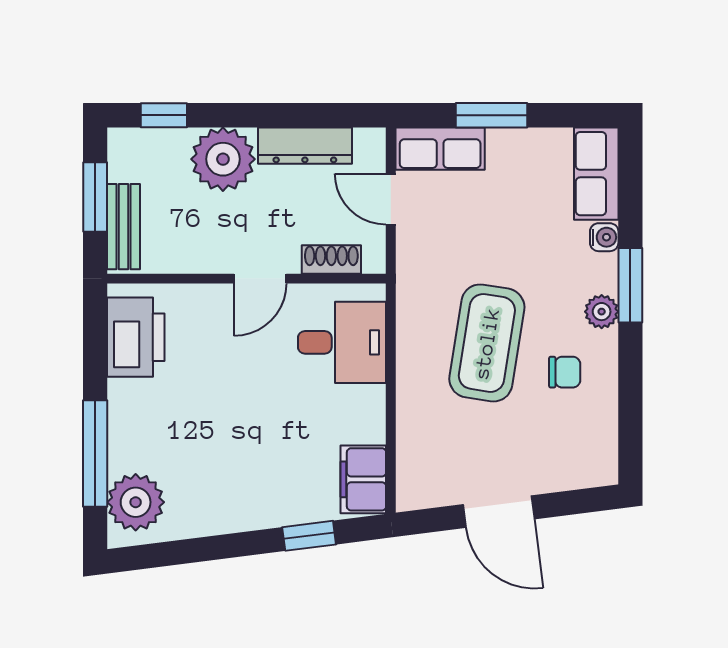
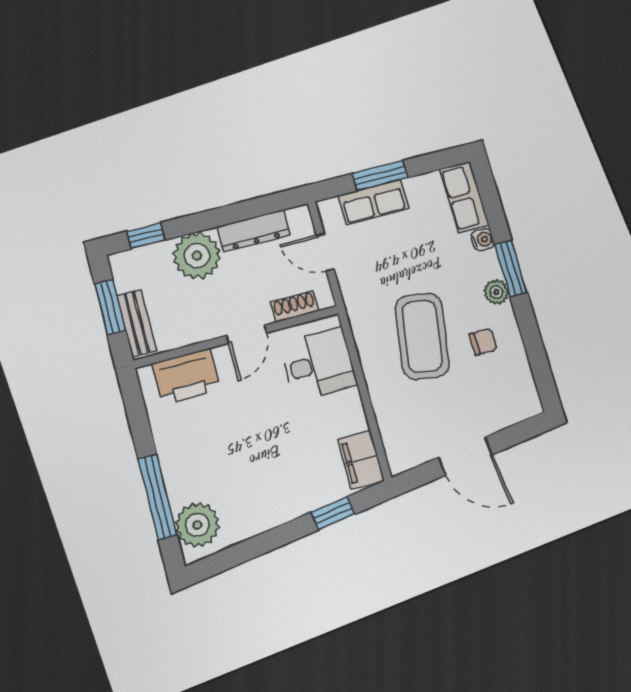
row of seats: (440, 149) -> (373, 202), moved
printer: (136, 337) -> (186, 376), moved, turned 90

